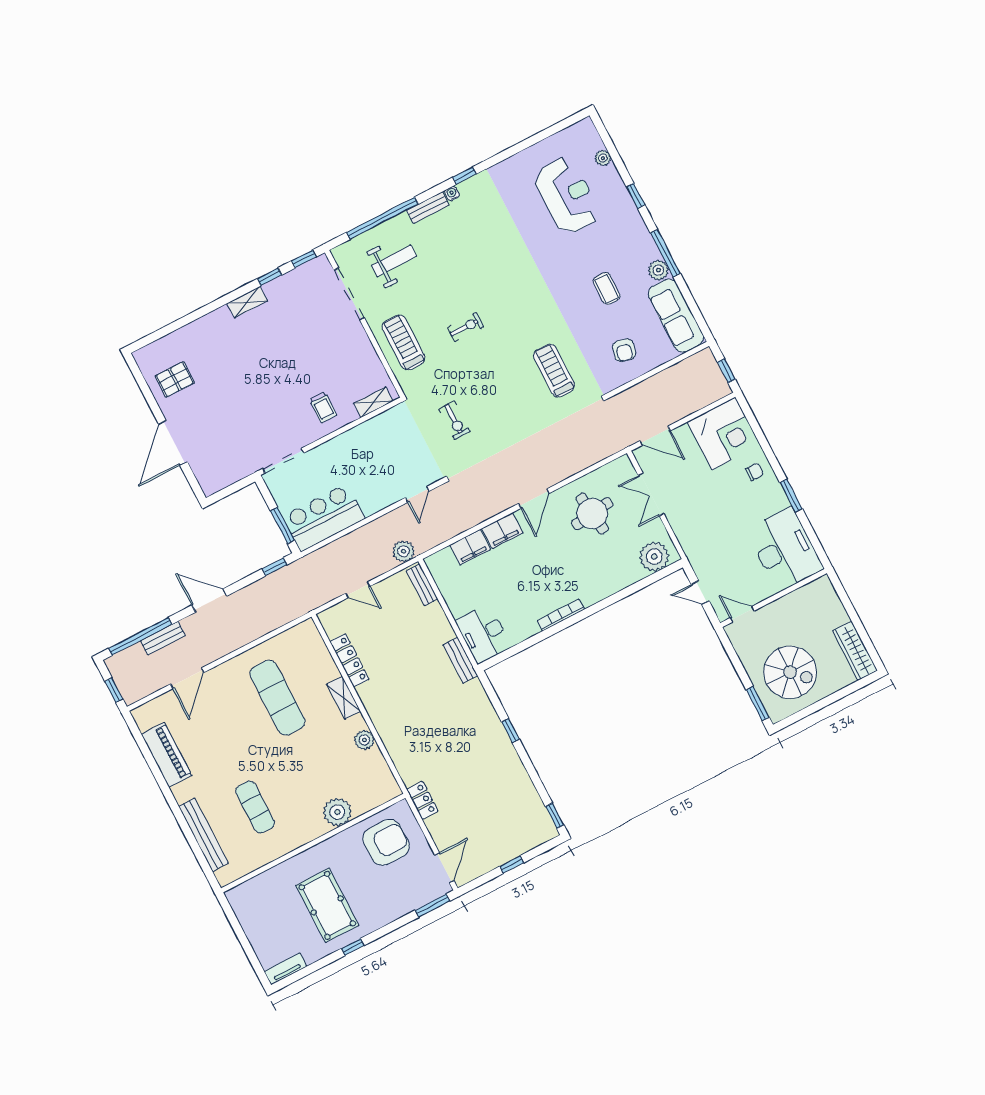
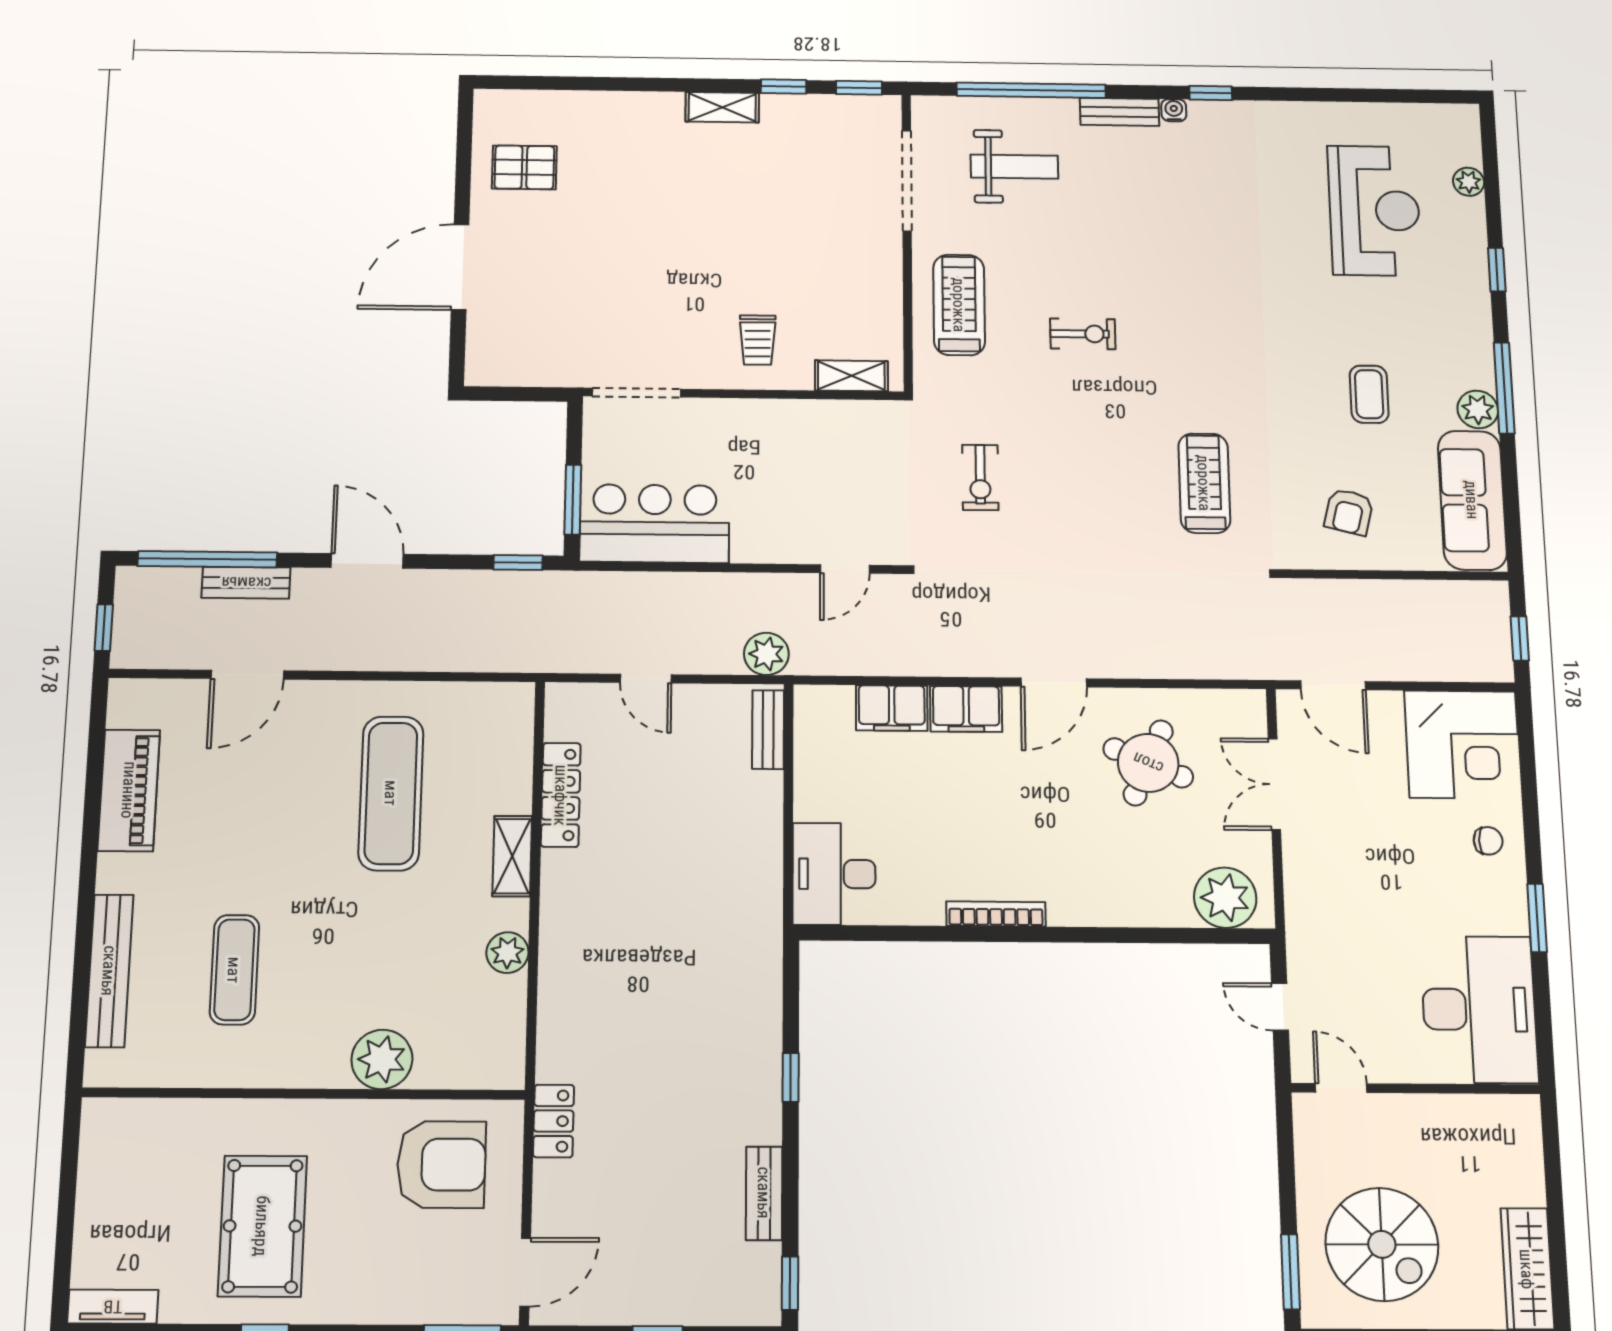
round table: (592, 514) -> (1148, 763), turned 30
bench: (460, 660) -> (764, 1193), moved

